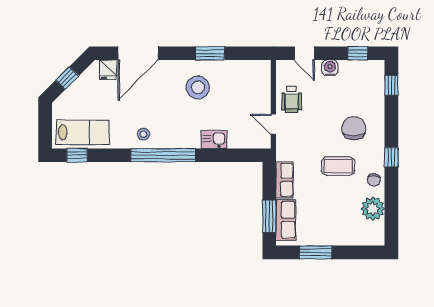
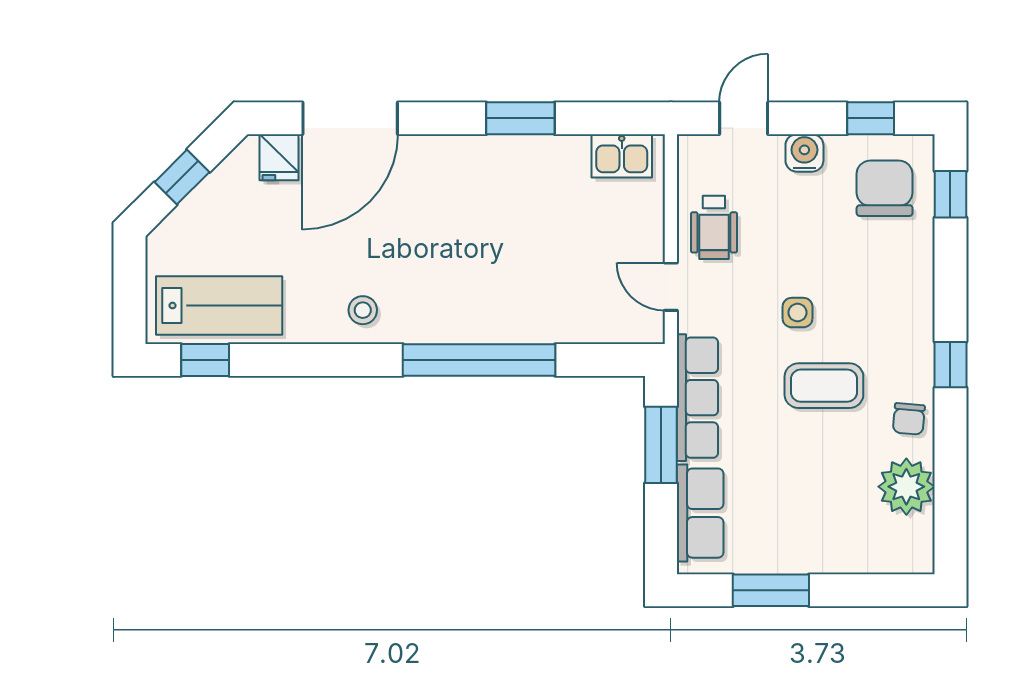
door: (304, 53) -> (744, 118), swing flipped
stool: (198, 87) -> (492, 199), removed
chair: (354, 128) -> (885, 188), moved
side table: (327, 135) -> (798, 313), added
kitchen sink: (214, 139) -> (622, 156), moved, turned 180
window: (163, 155) -> (479, 360), moved
row of seats: (285, 180) -> (697, 398), width x1.48
window: (269, 216) -> (661, 445), moved

